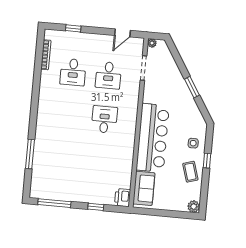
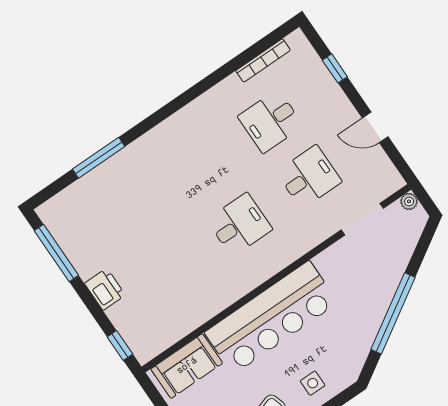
door: (122, 33) -> (375, 127), moved
desk: (108, 75) -> (309, 177), turned 180
window: (192, 87) -> (393, 313), width x2.11
printer: (123, 198) -> (105, 289), moved, turned 90
window: (96, 207) -> (120, 345), moved

